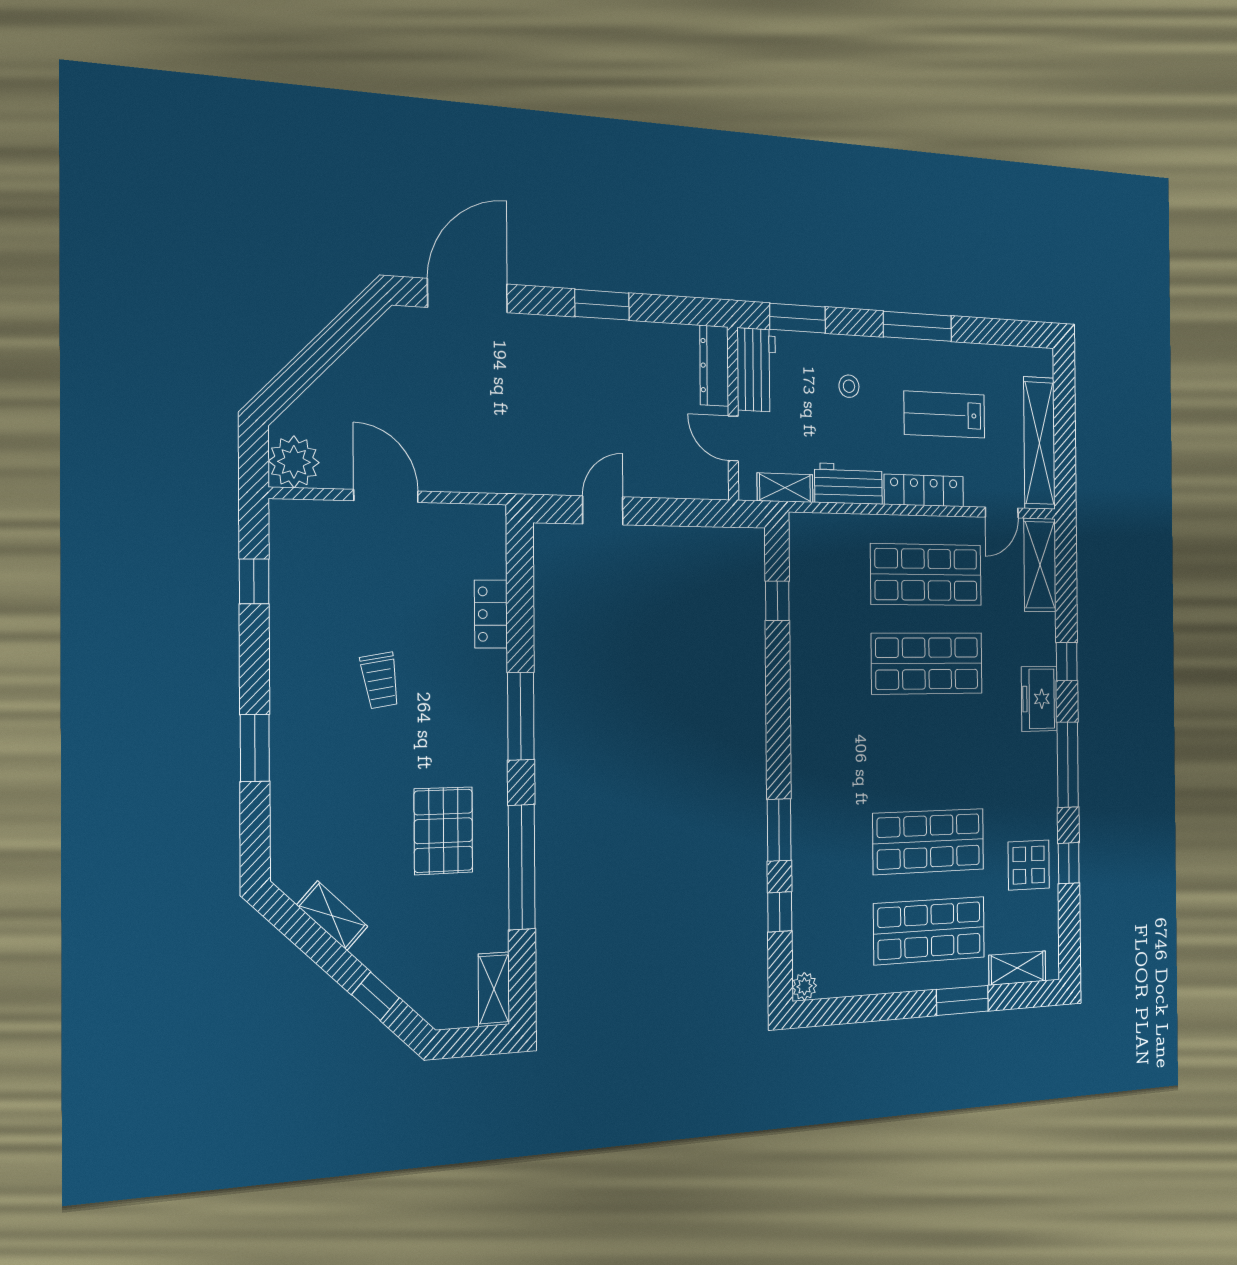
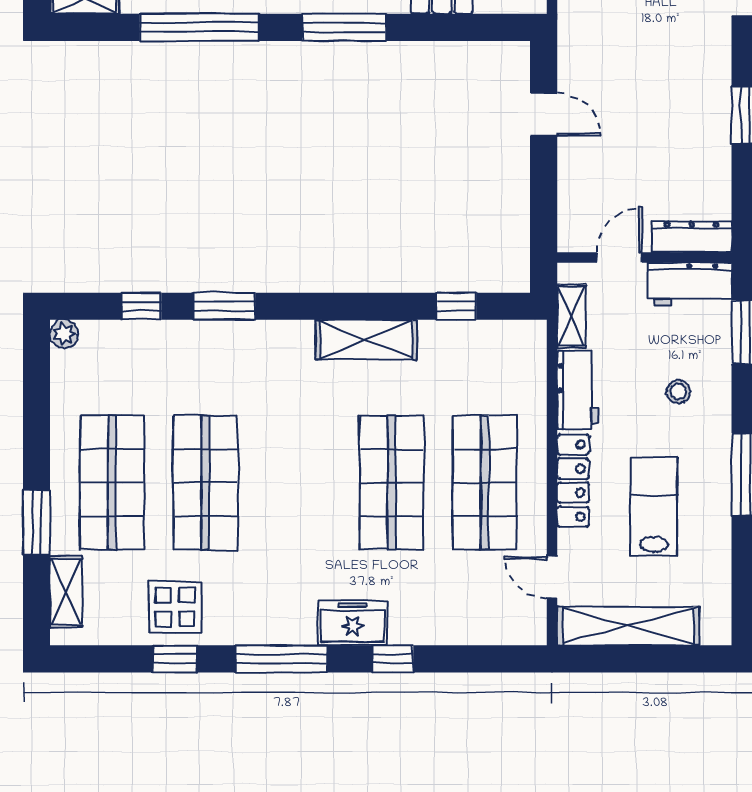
shelving: (1040, 565) -> (366, 340), moved

